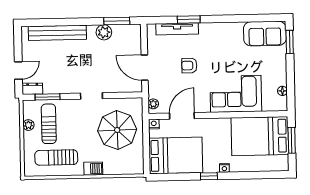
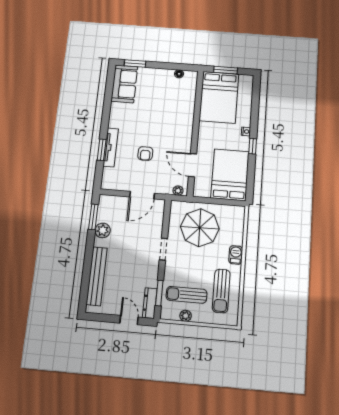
tv unit: (177, 29) -> (111, 147), moved
dresser: (32, 89) -> (150, 303), width x1.44
corner sofa: (236, 94) -> (177, 115), removed
nightstand: (154, 124) -> (198, 192), removed

